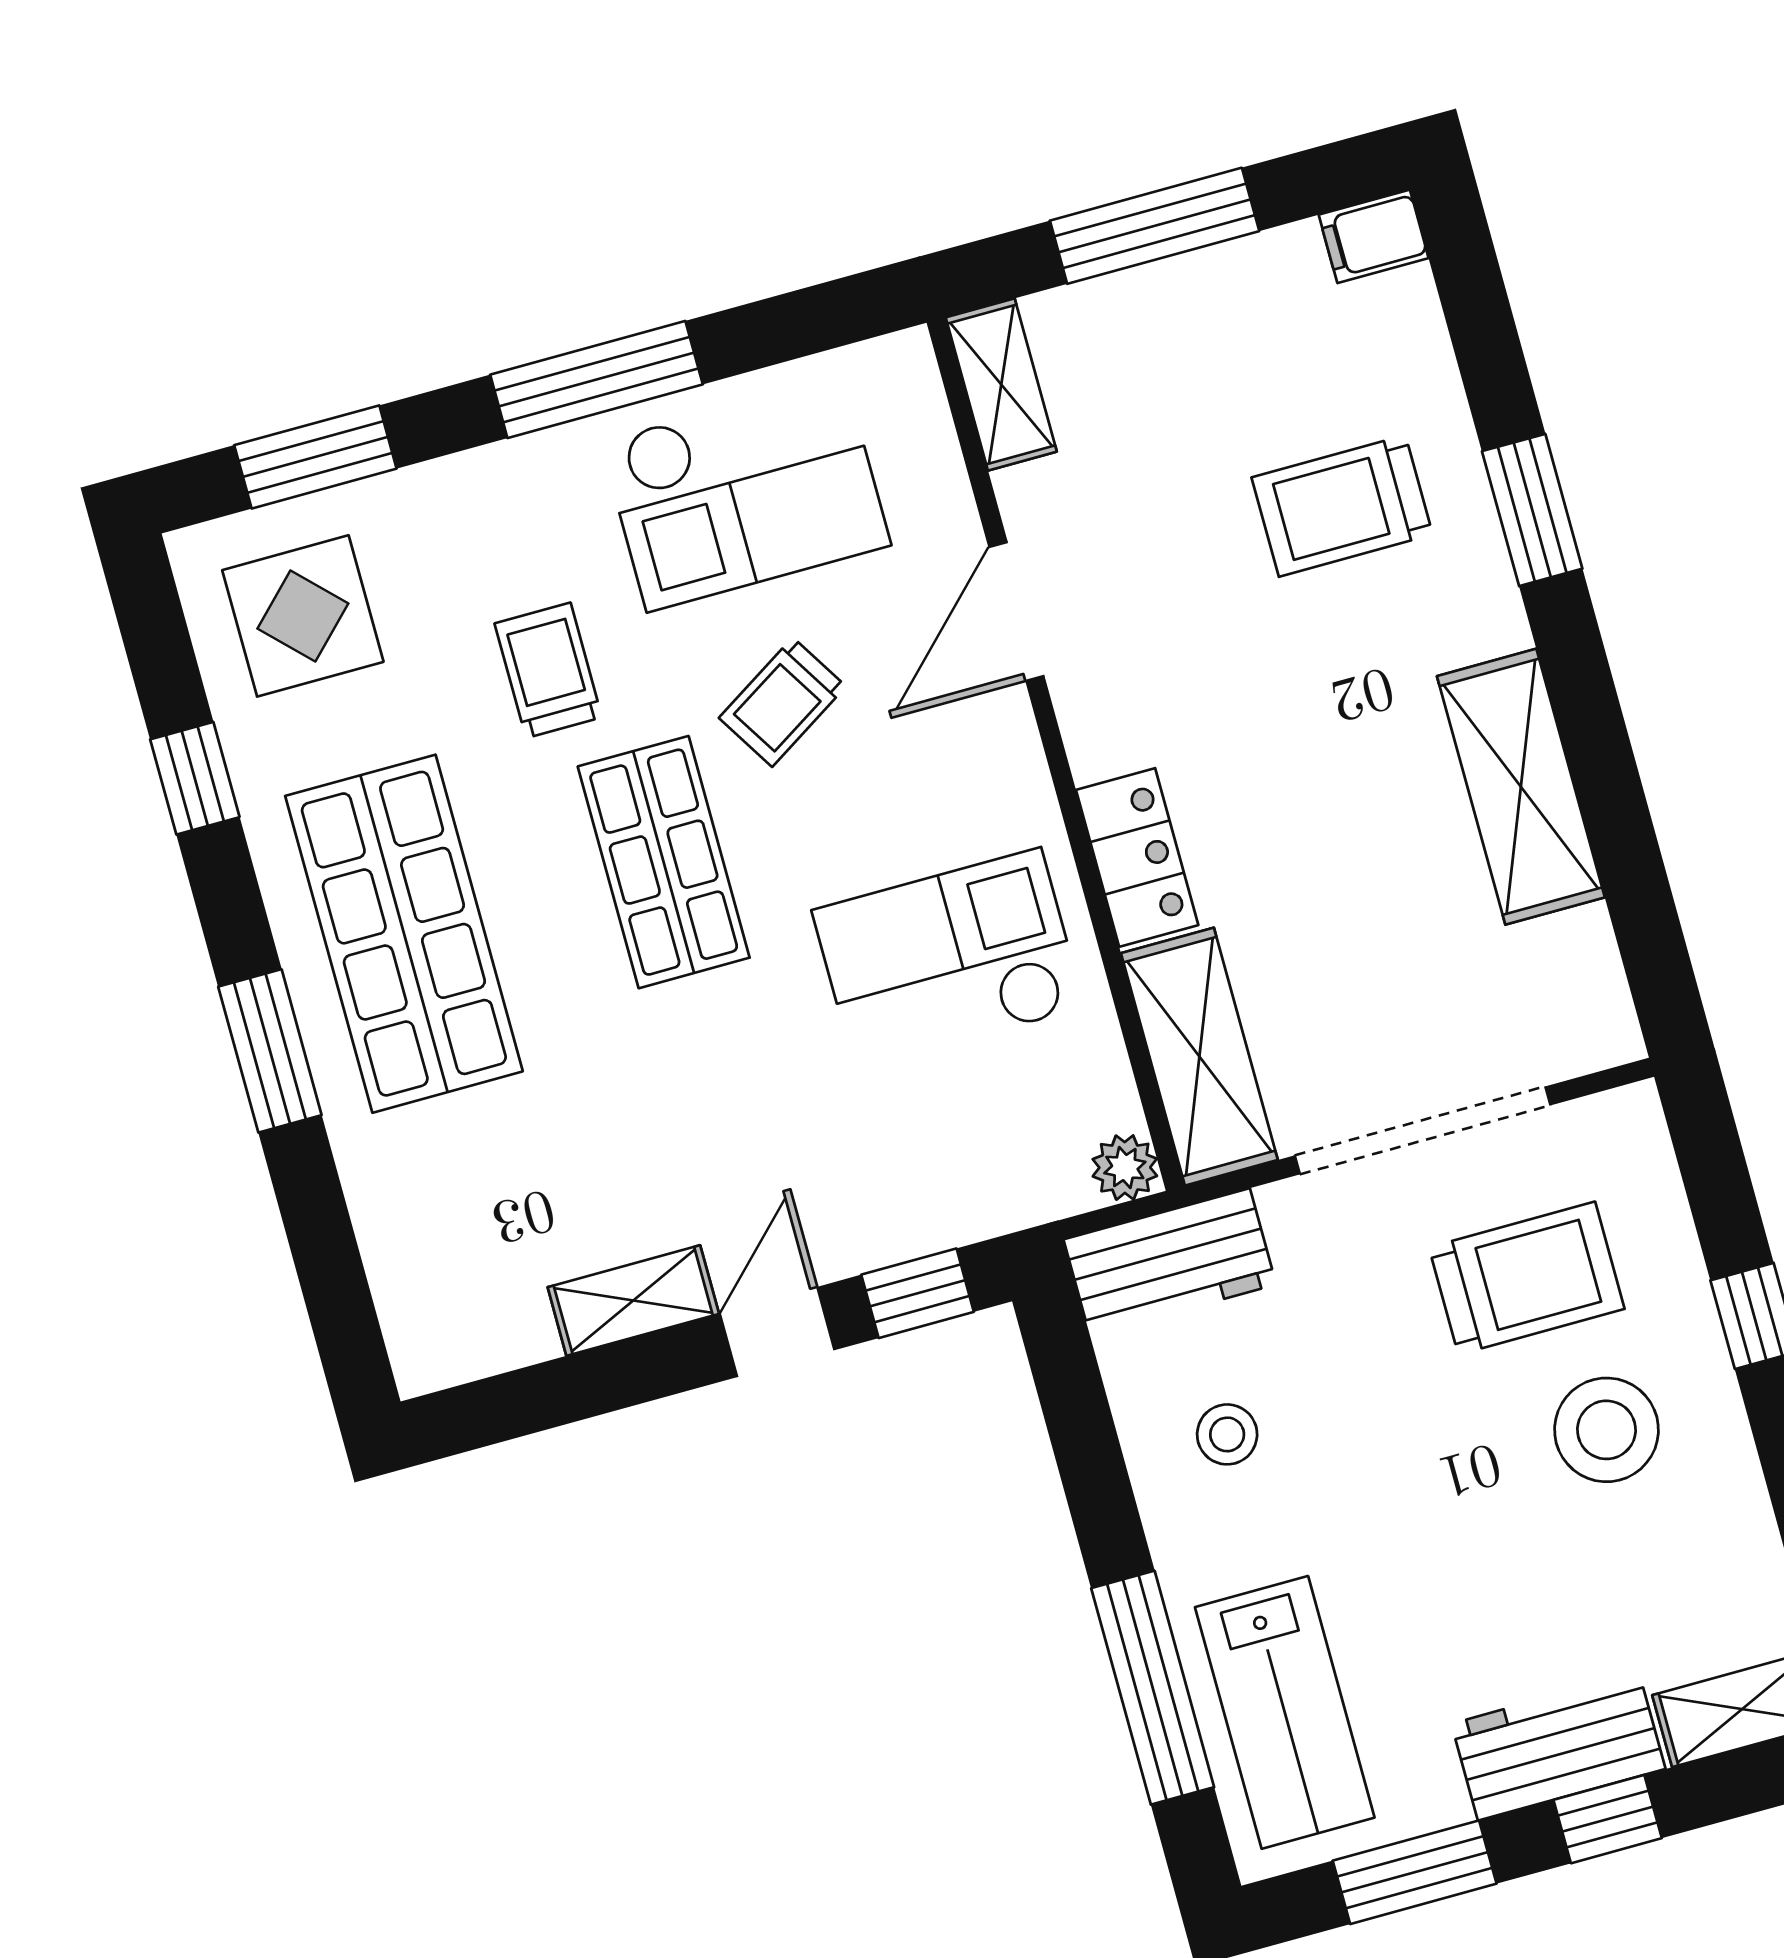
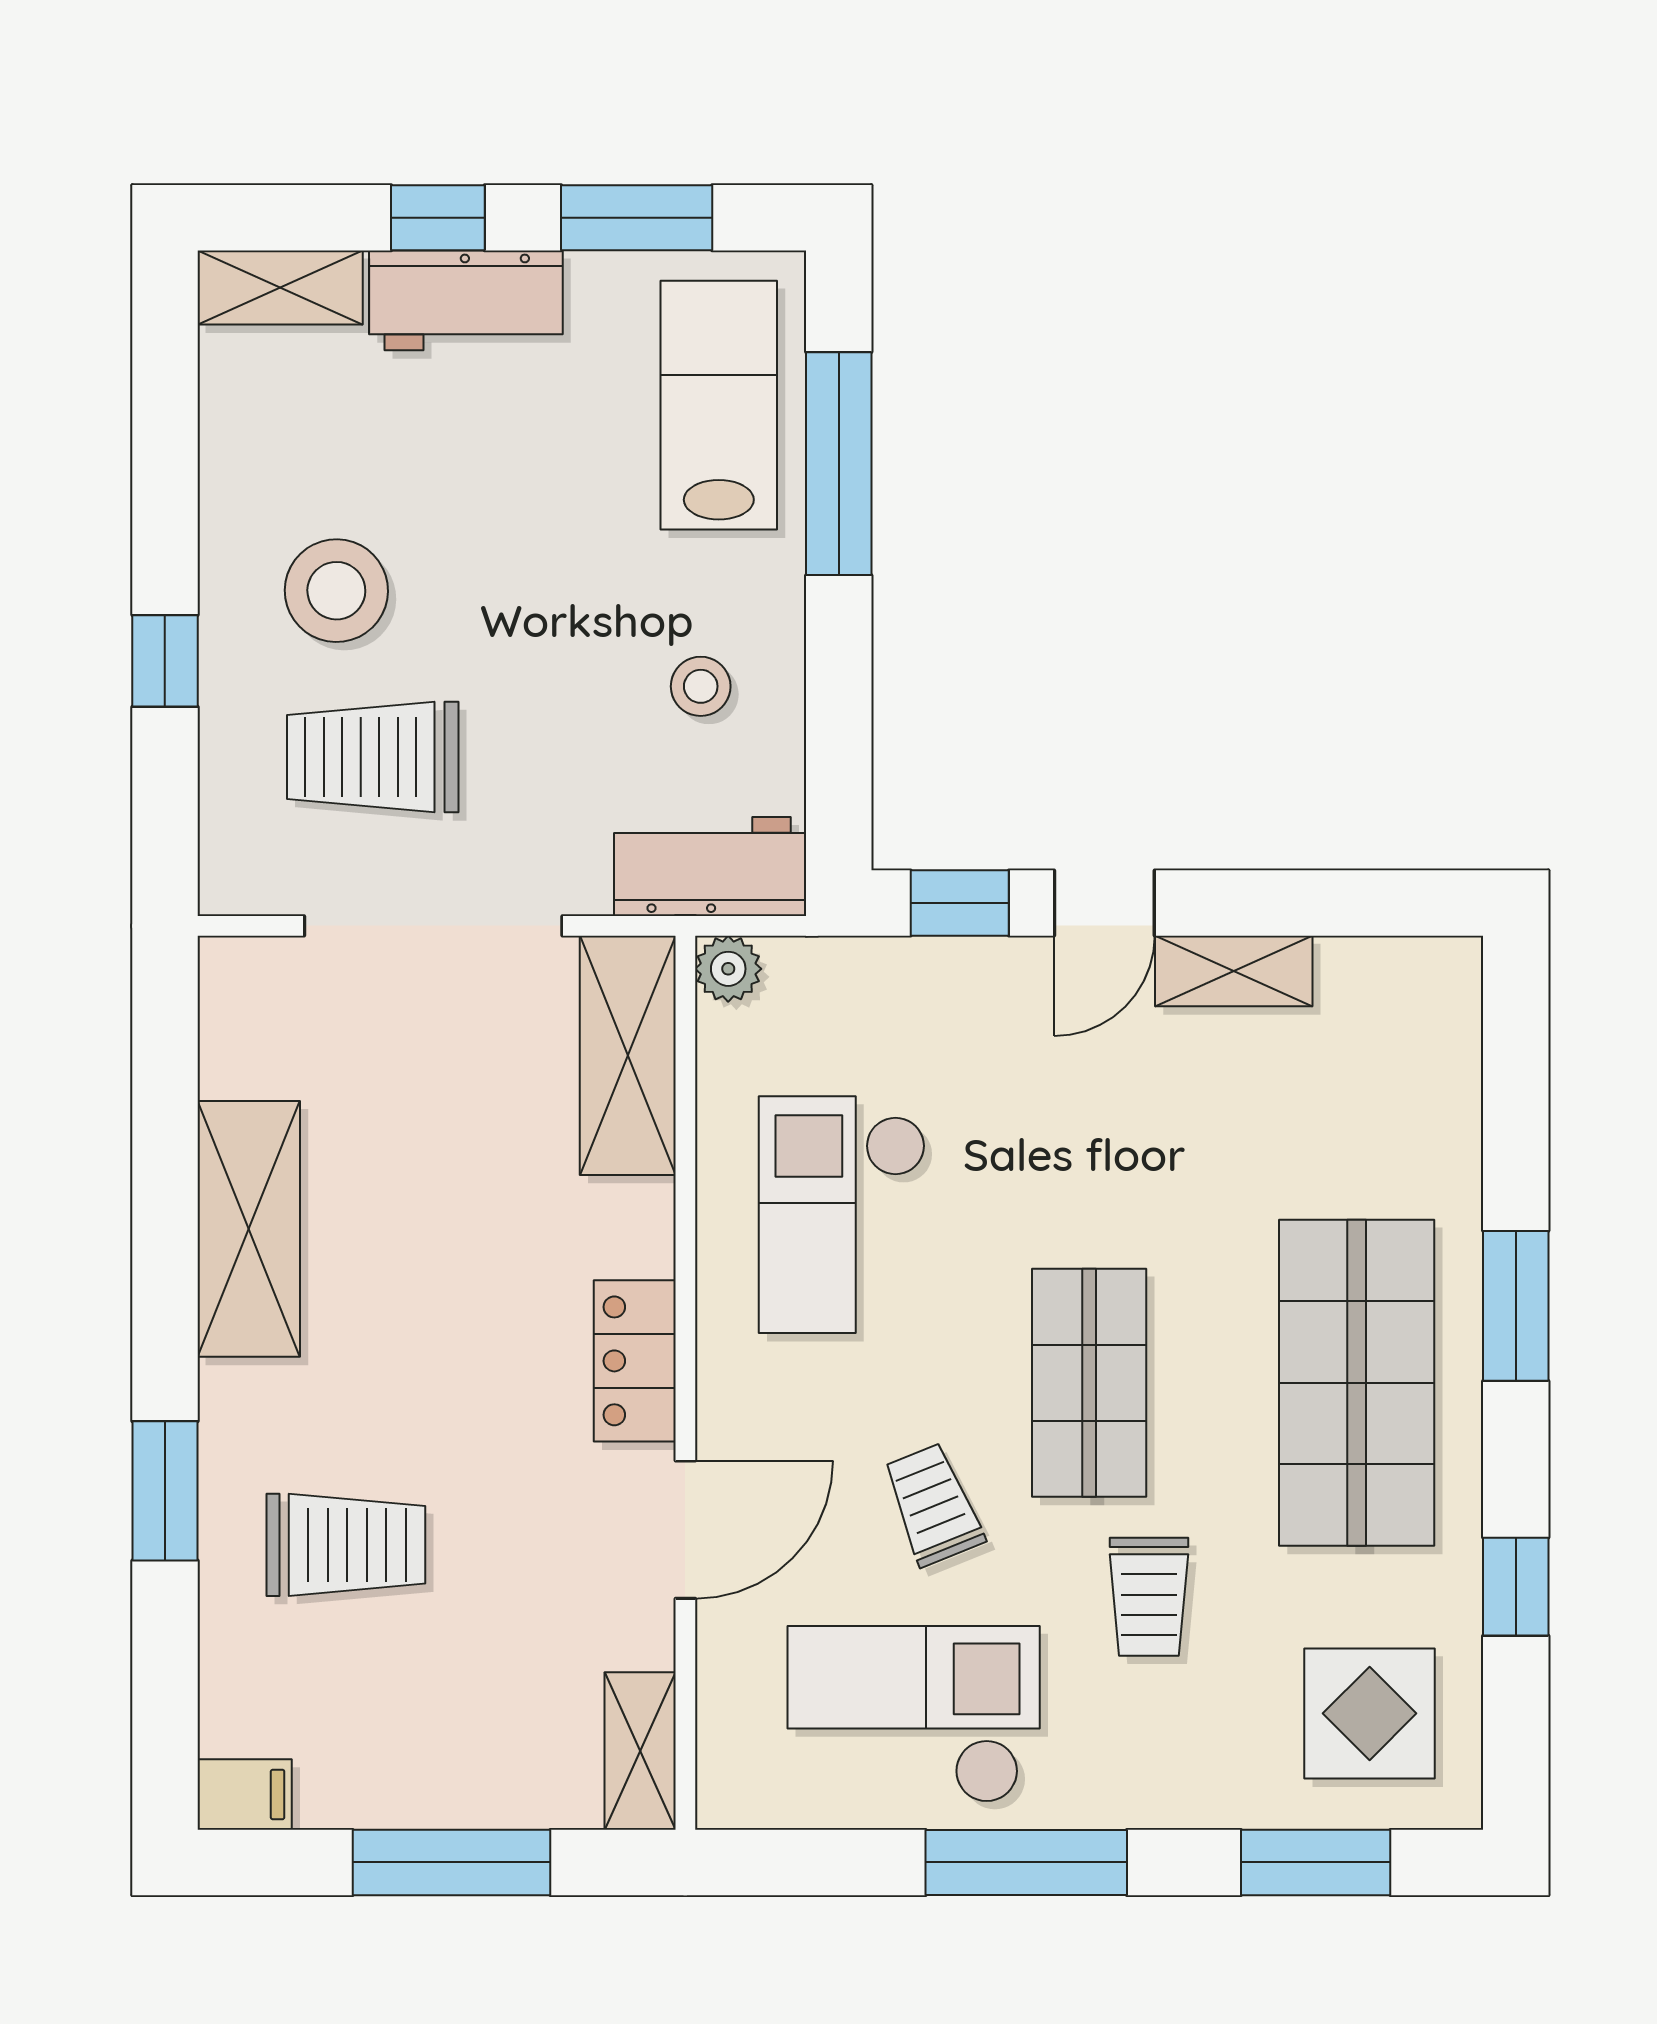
trolley: (782, 702) -> (933, 1505), turned -80
locker: (1137, 857) -> (635, 1361), moved
checkout: (948, 959) -> (842, 1215), turned 90

